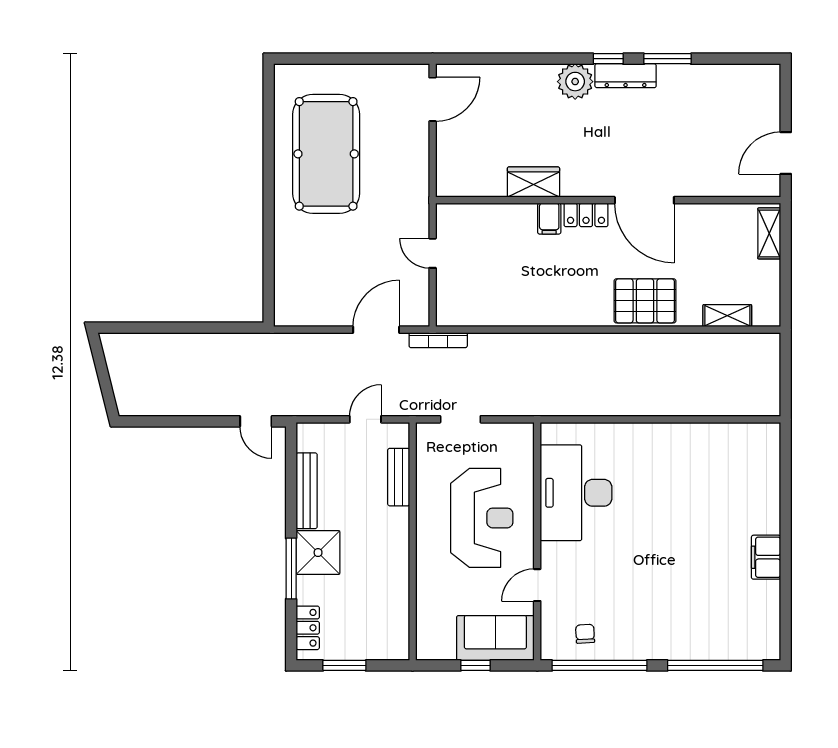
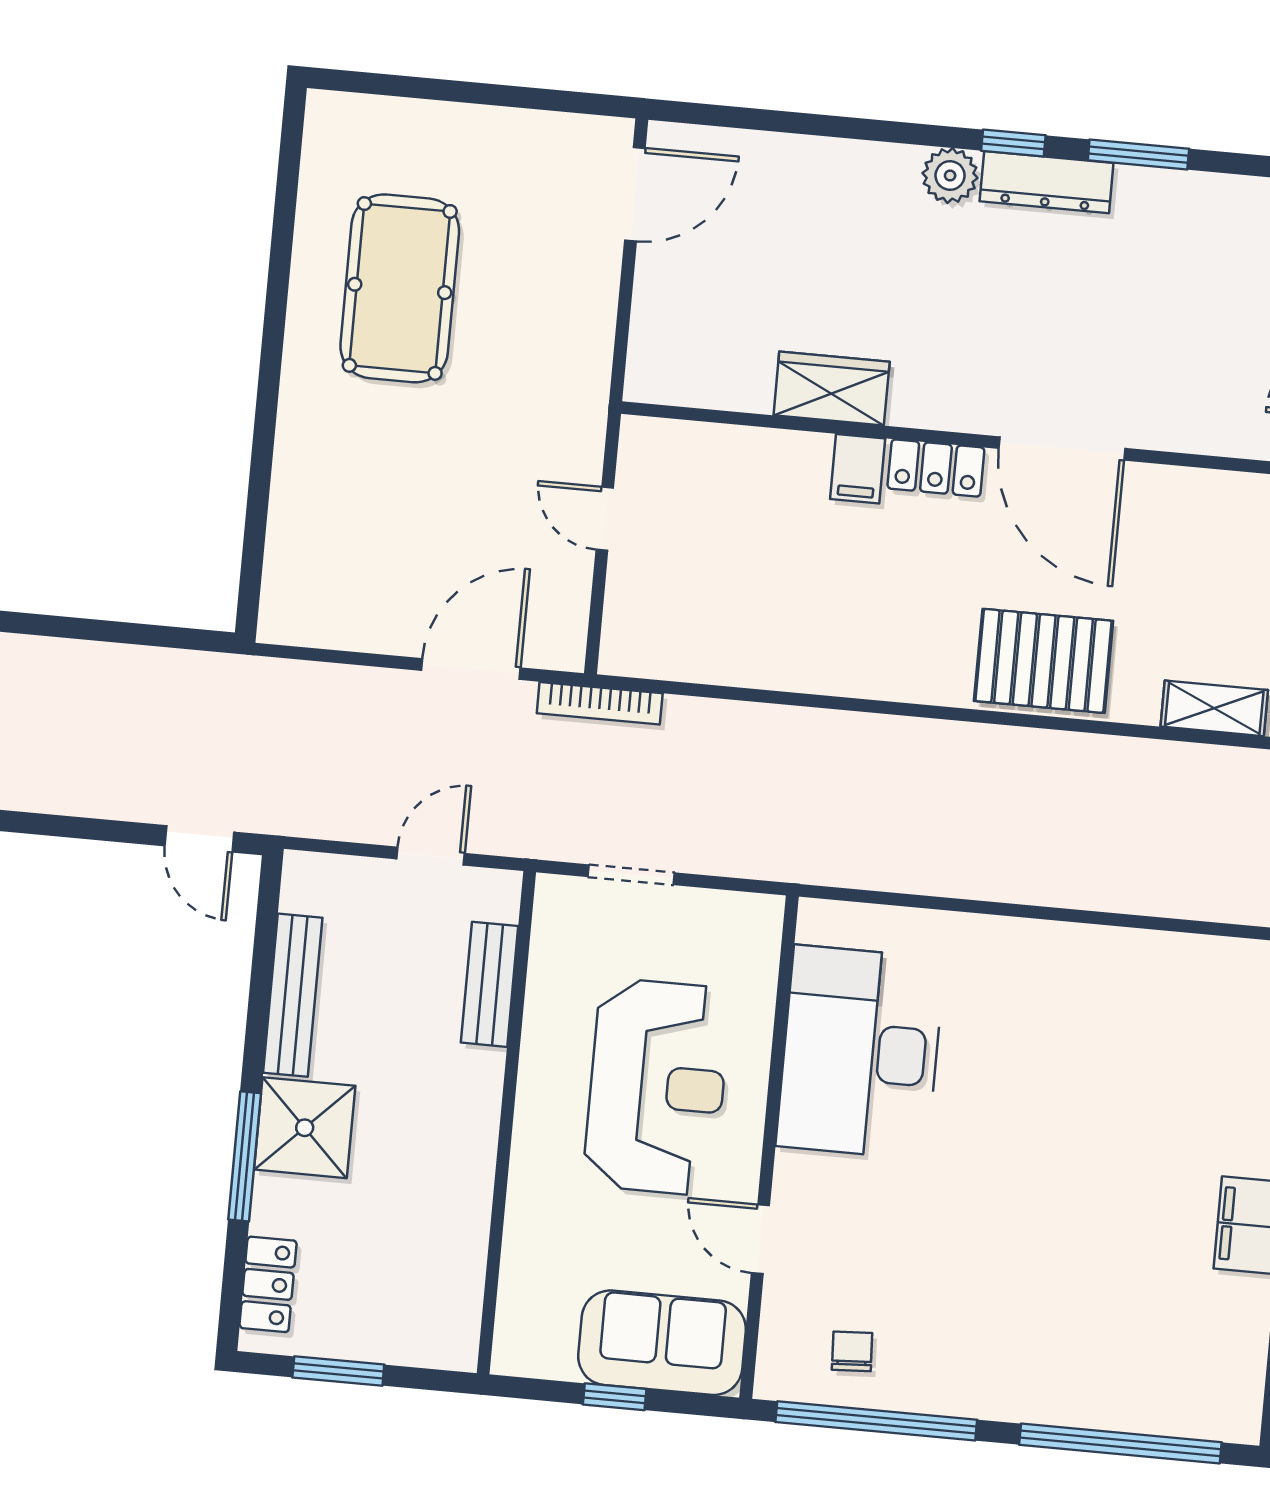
plant: (575, 82) -> (950, 176), width x0.73, depth x0.73
pool table: (326, 154) -> (400, 288), width x0.73, depth x0.76
door: (537, 585) -> (760, 1239), hinge flipped

